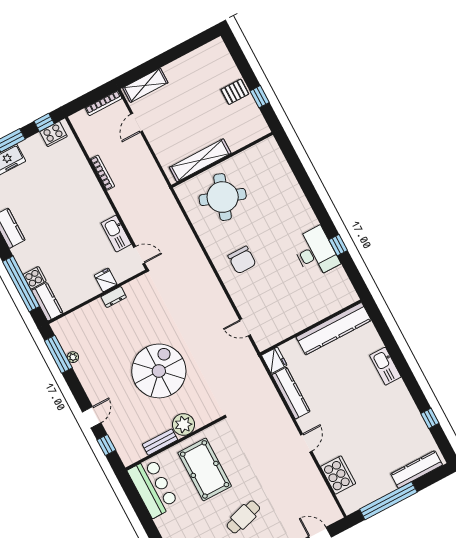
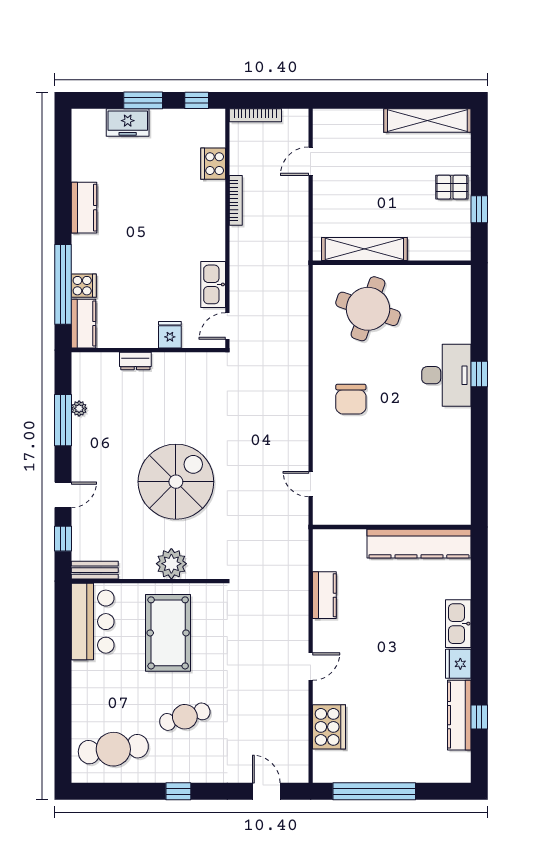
shelving: (145, 85) -> (427, 121), moved, width x1.47
bookcase: (103, 103) -> (255, 115), moved
cooker: (53, 134) -> (213, 164), moved, turned 90
window: (338, 245) -> (479, 374), moved
desk: (315, 252) -> (446, 375), moved
door: (139, 255) -> (227, 326), swing flipped
dresser: (114, 297) -> (135, 361), moved
window: (58, 354) -> (63, 420), moved
fridge: (274, 360) -> (458, 664), moved, turned 180
kitchen counter: (291, 393) -> (324, 595), width x0.67
bench: (160, 442) -> (95, 570), moved
kitchen counter: (417, 469) -> (459, 715), moved, turned -90

